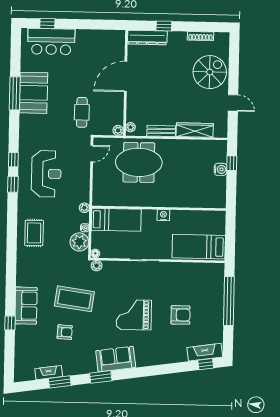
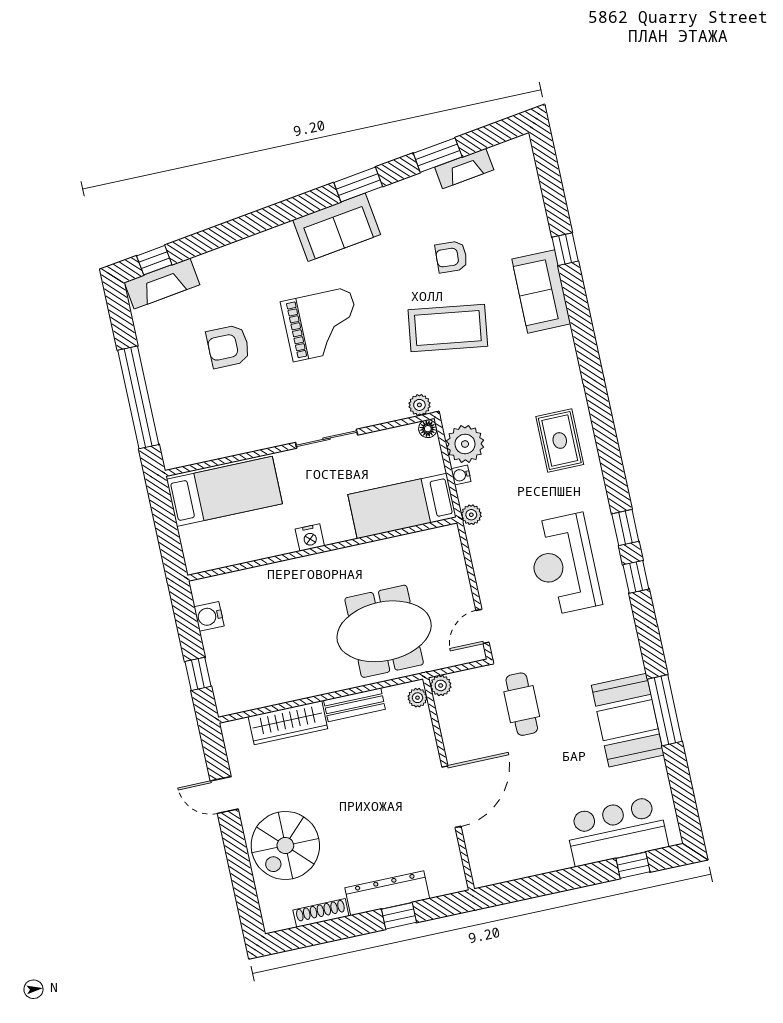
dresser: (147, 38) -> (387, 893), moved
water cooler: (220, 169) -> (209, 616), moved

